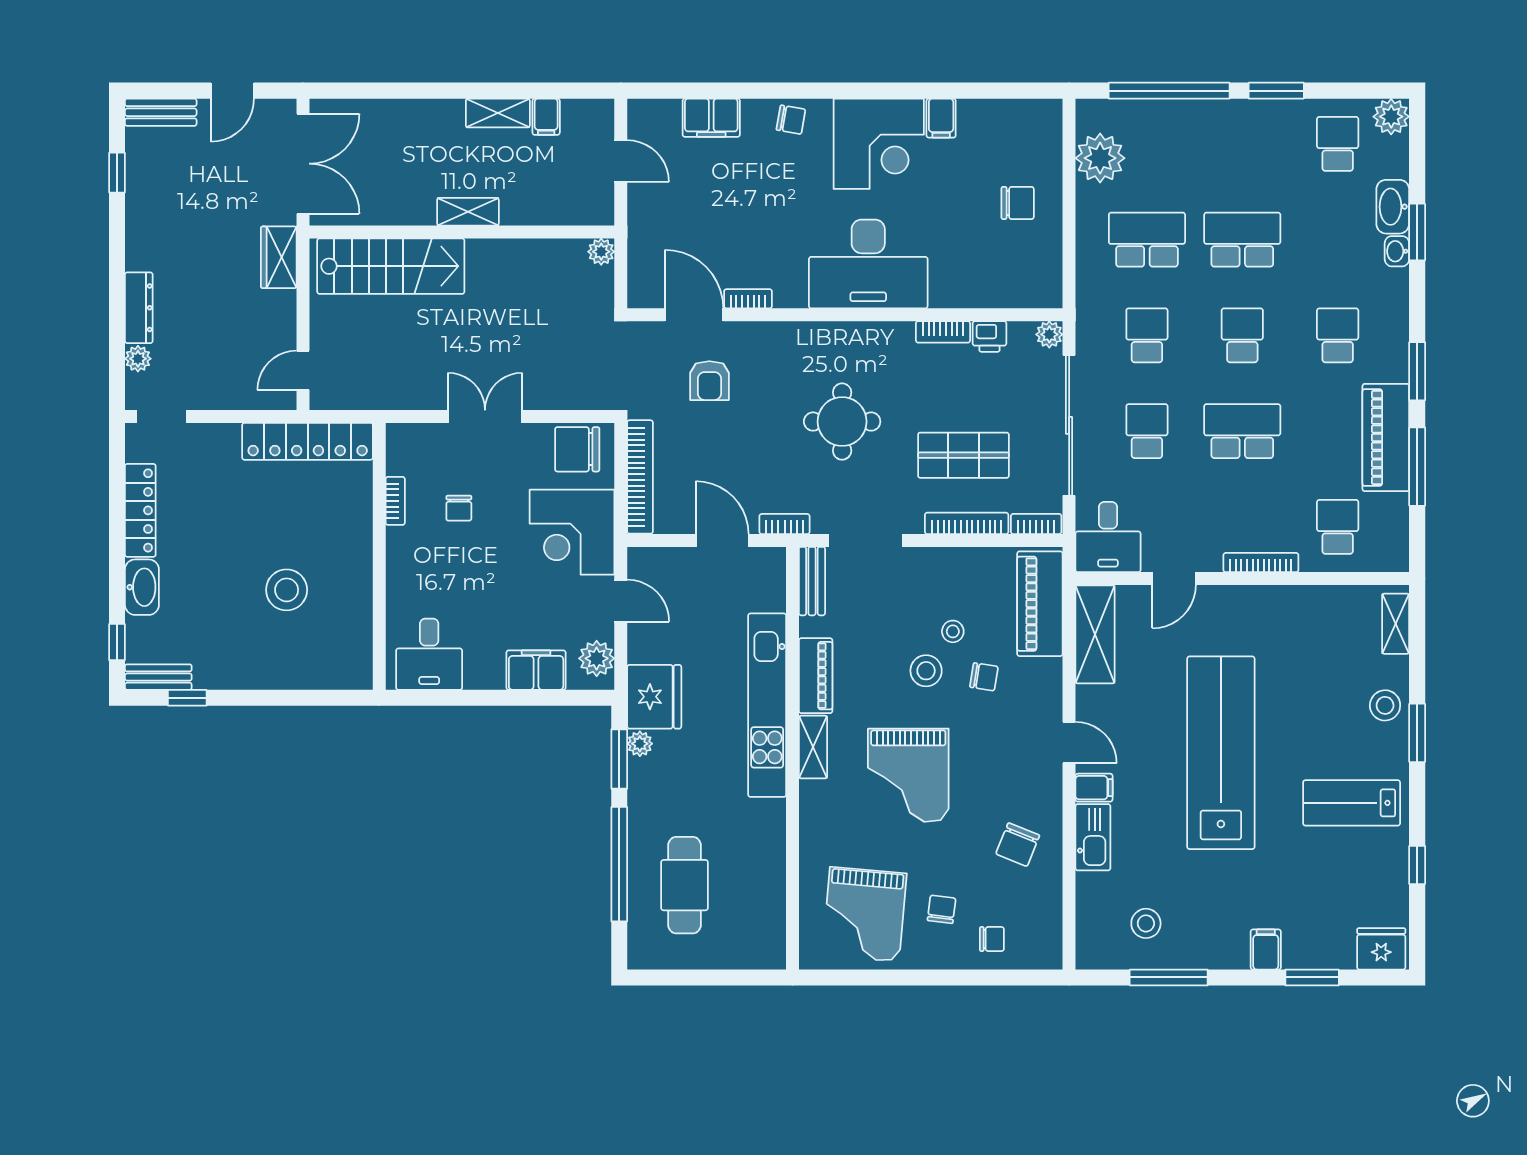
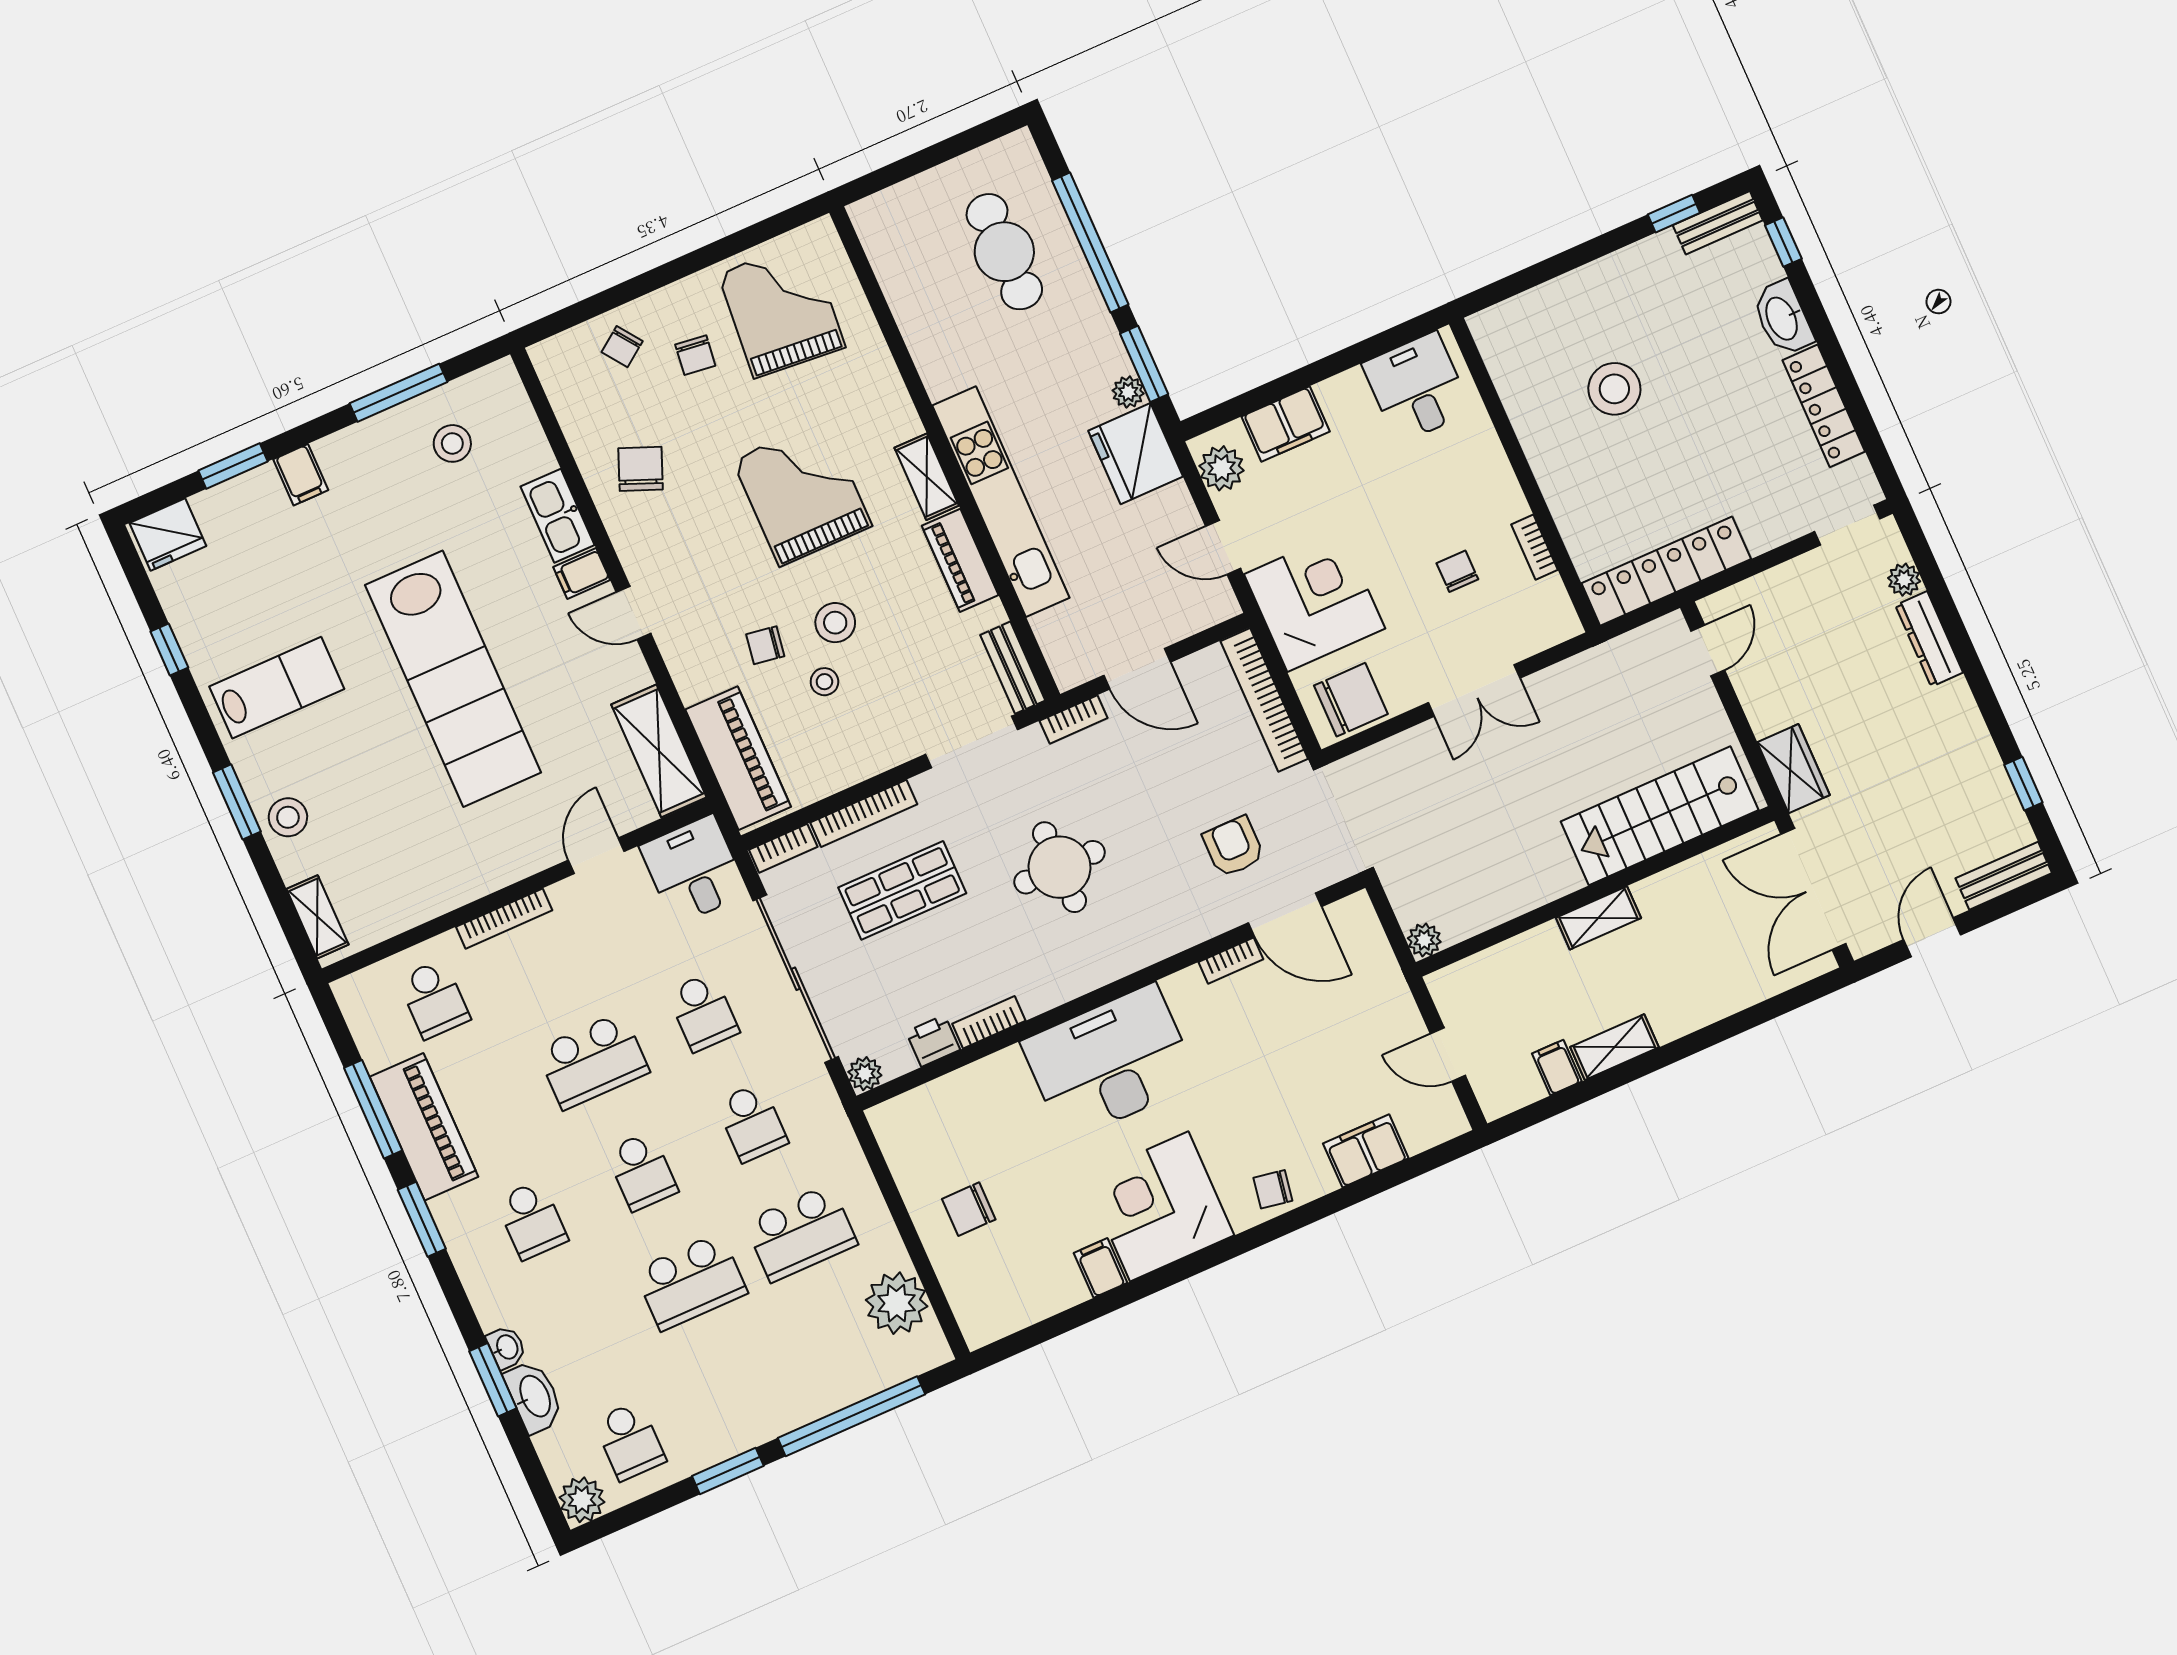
chair: (992, 939) -> (622, 347), turned -36

